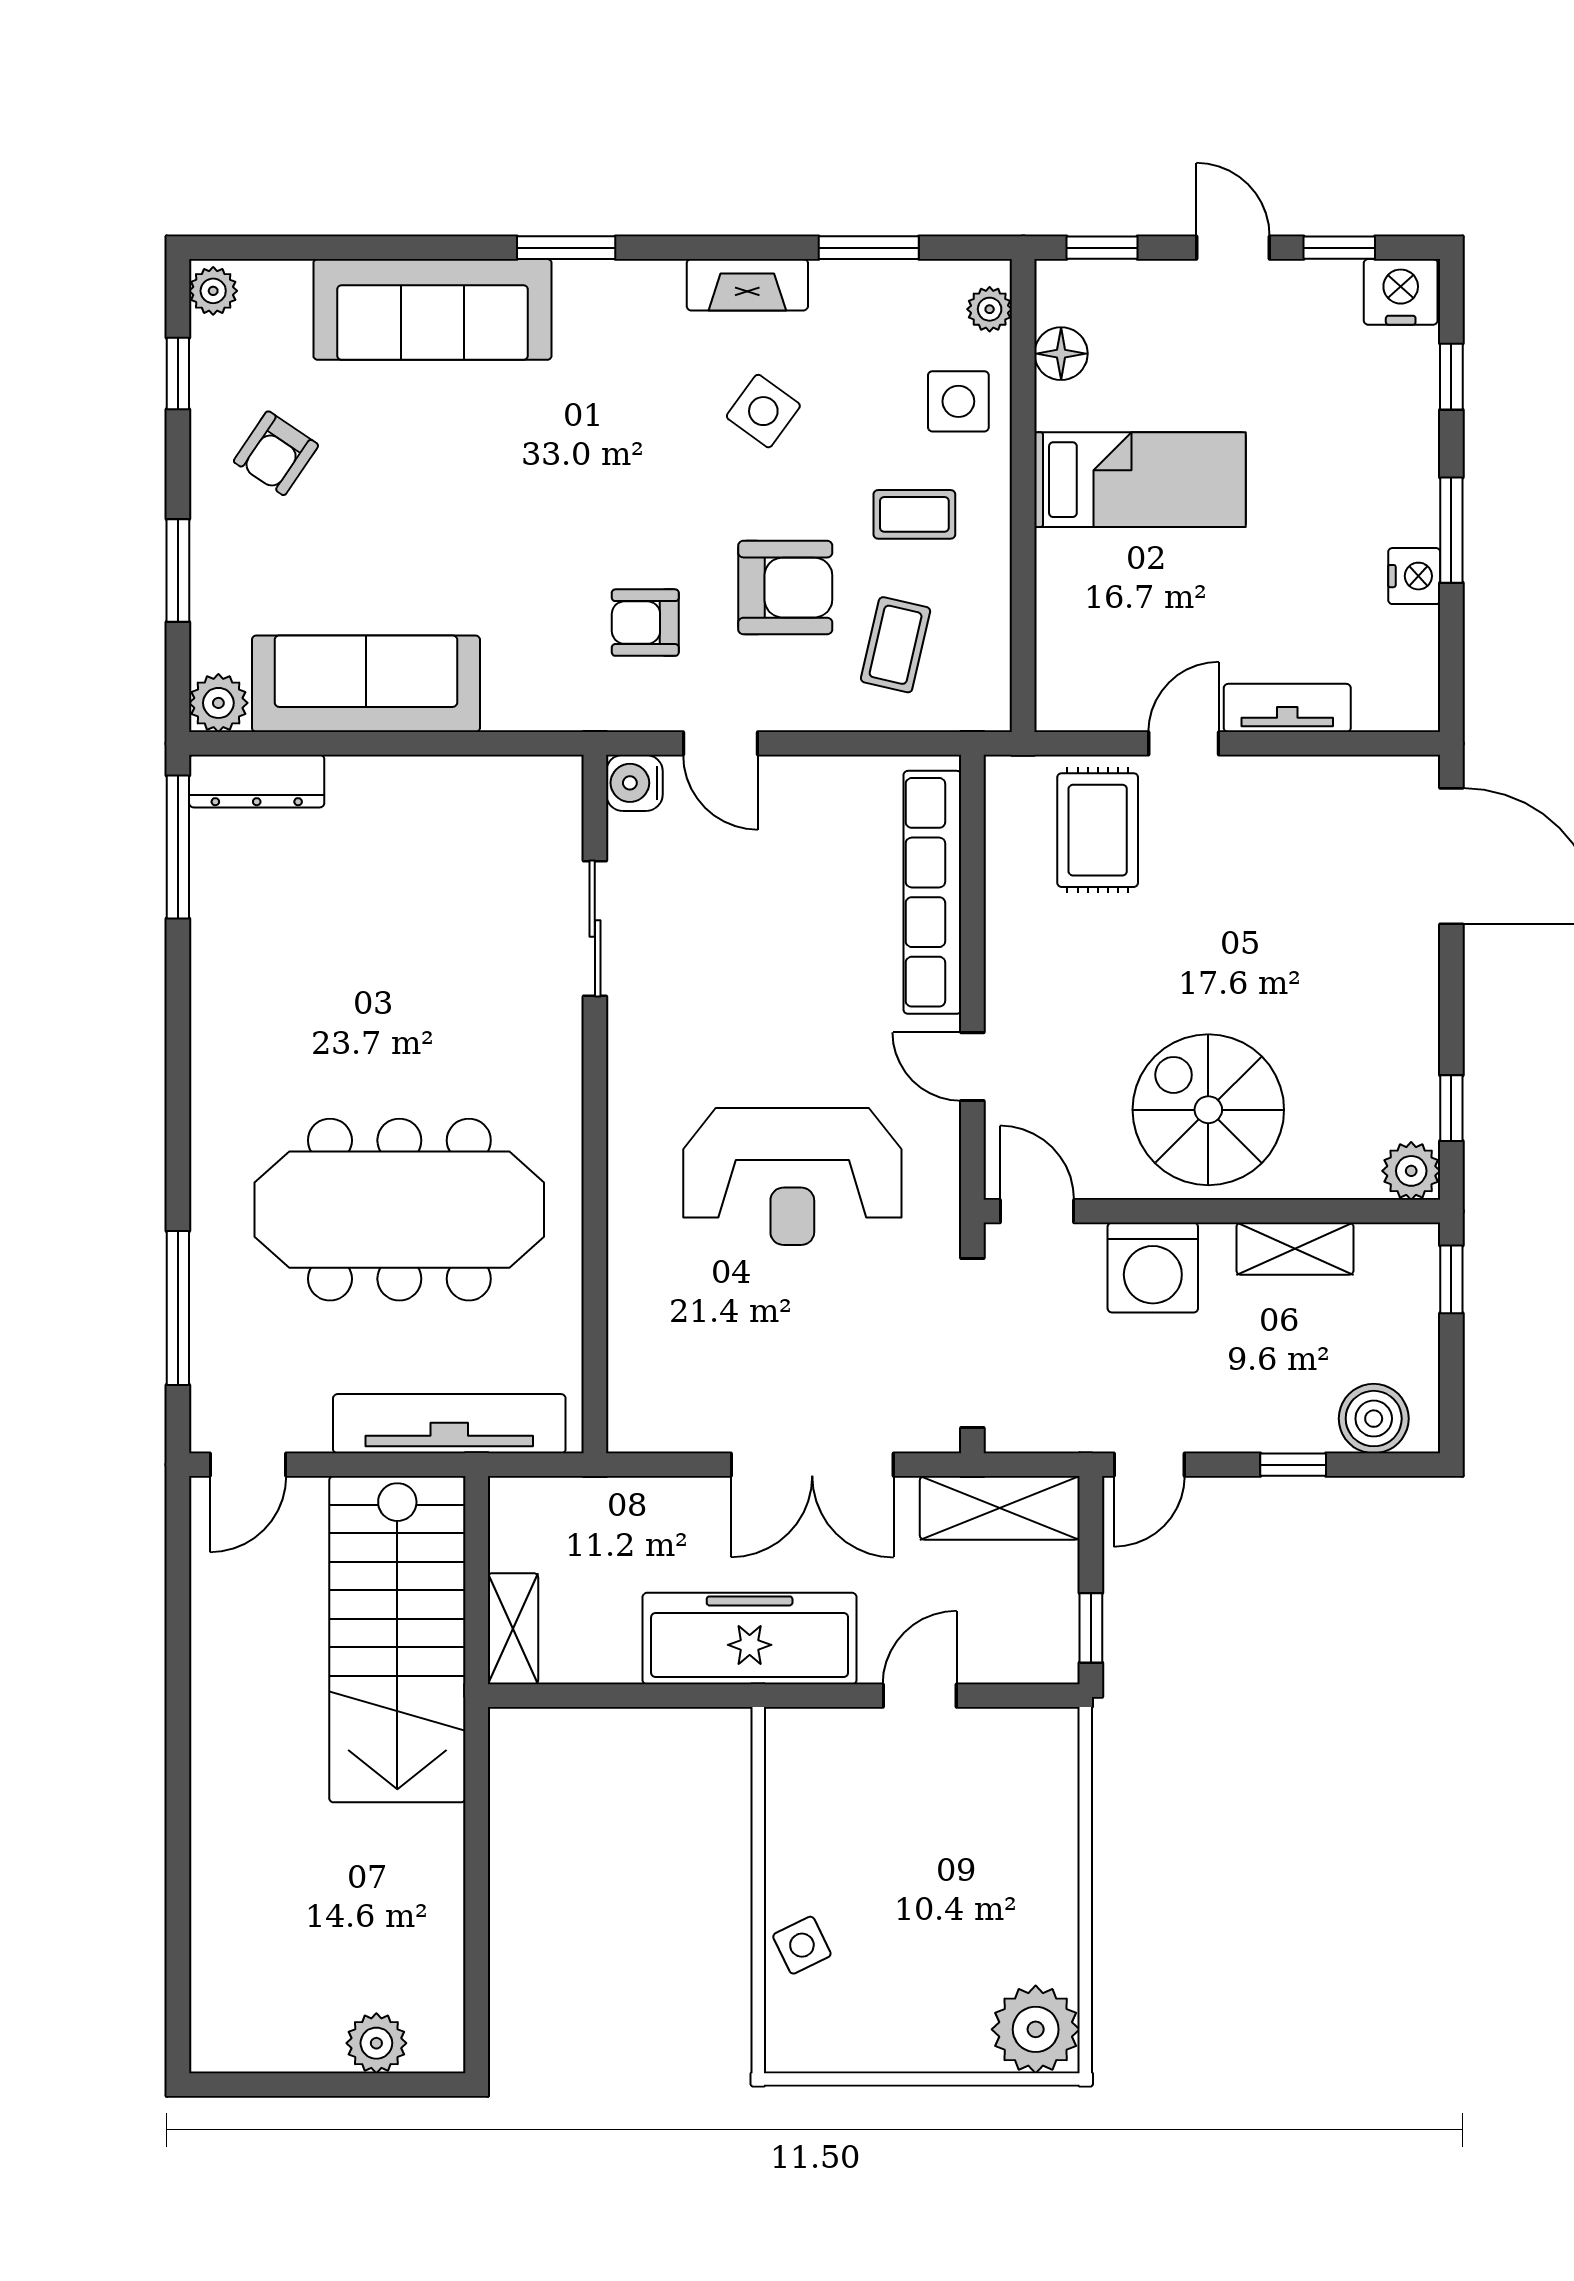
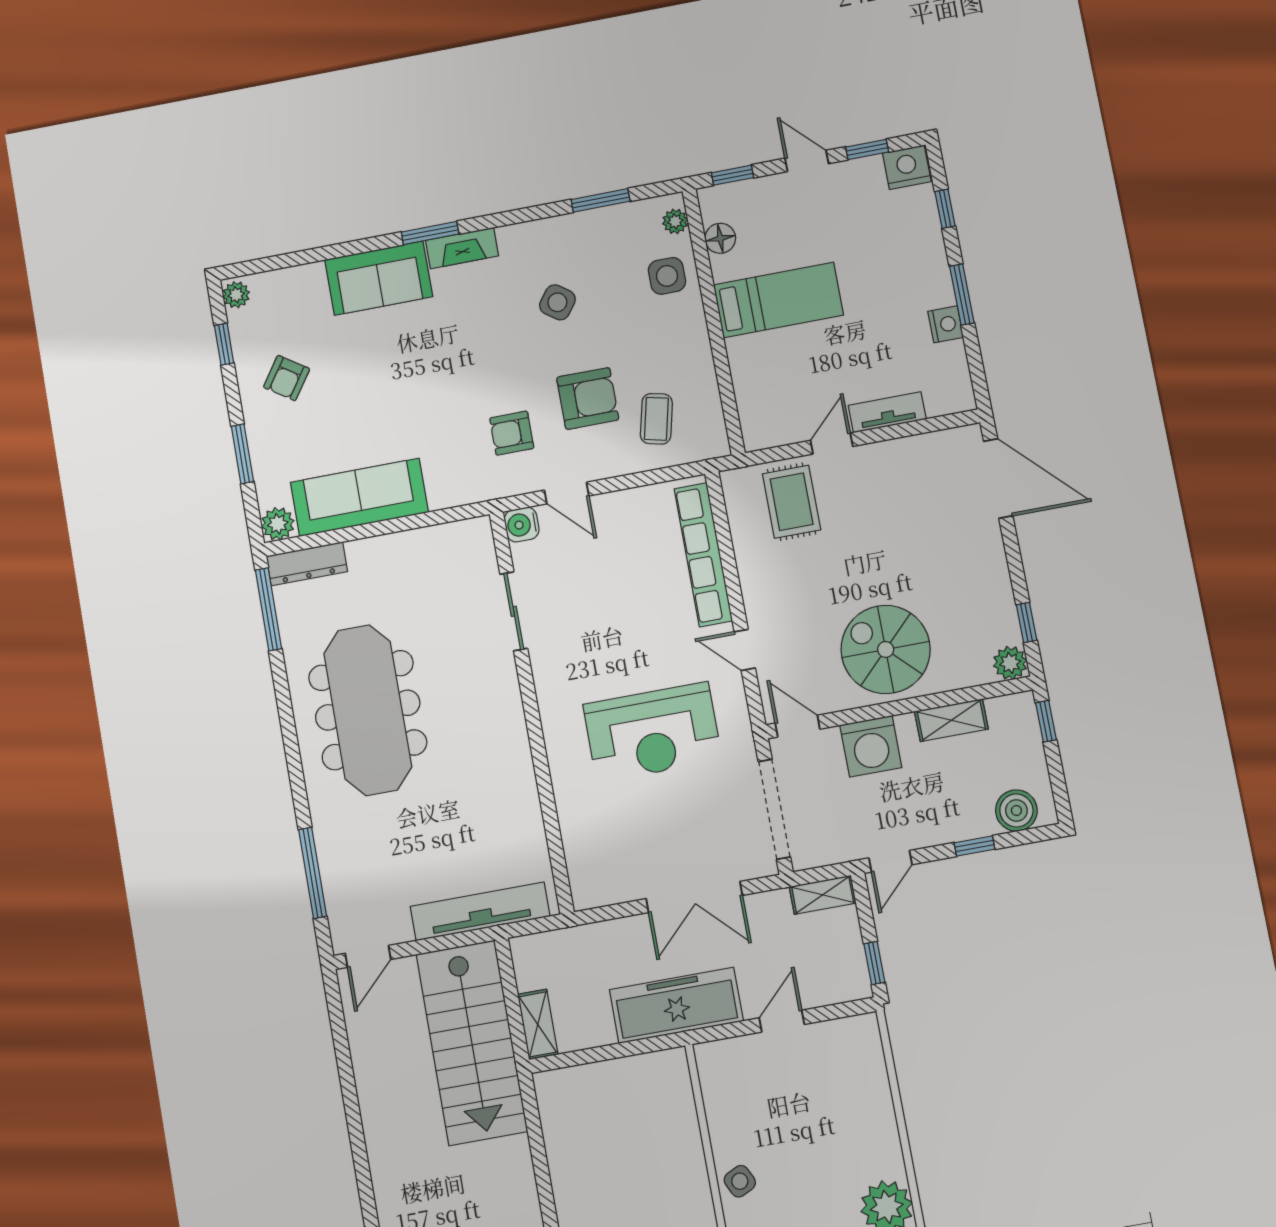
fireplace: (747, 285) -> (462, 248), moved
sofa: (432, 309) -> (379, 278), width x0.73
coffee table: (914, 514) -> (654, 344), removed
meeting table: (399, 1210) -> (368, 710), moved, turned 90
shelving: (1000, 1508) -> (823, 895), width x0.67, depth x0.75

